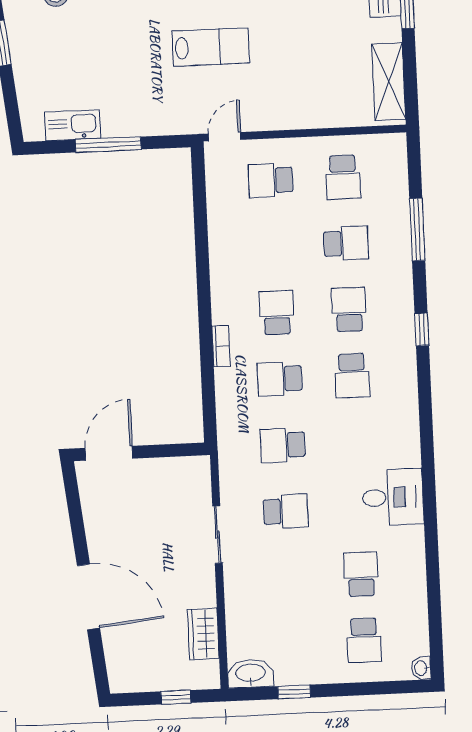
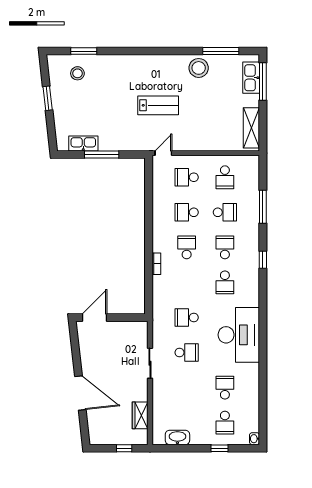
school desk: (280, 379) -> (187, 212), moved
desk: (393, 497) -> (239, 335), width x1.87, depth x1.30
washbasin: (250, 673) -> (177, 437), moved
window: (294, 692) -> (220, 448), moved

